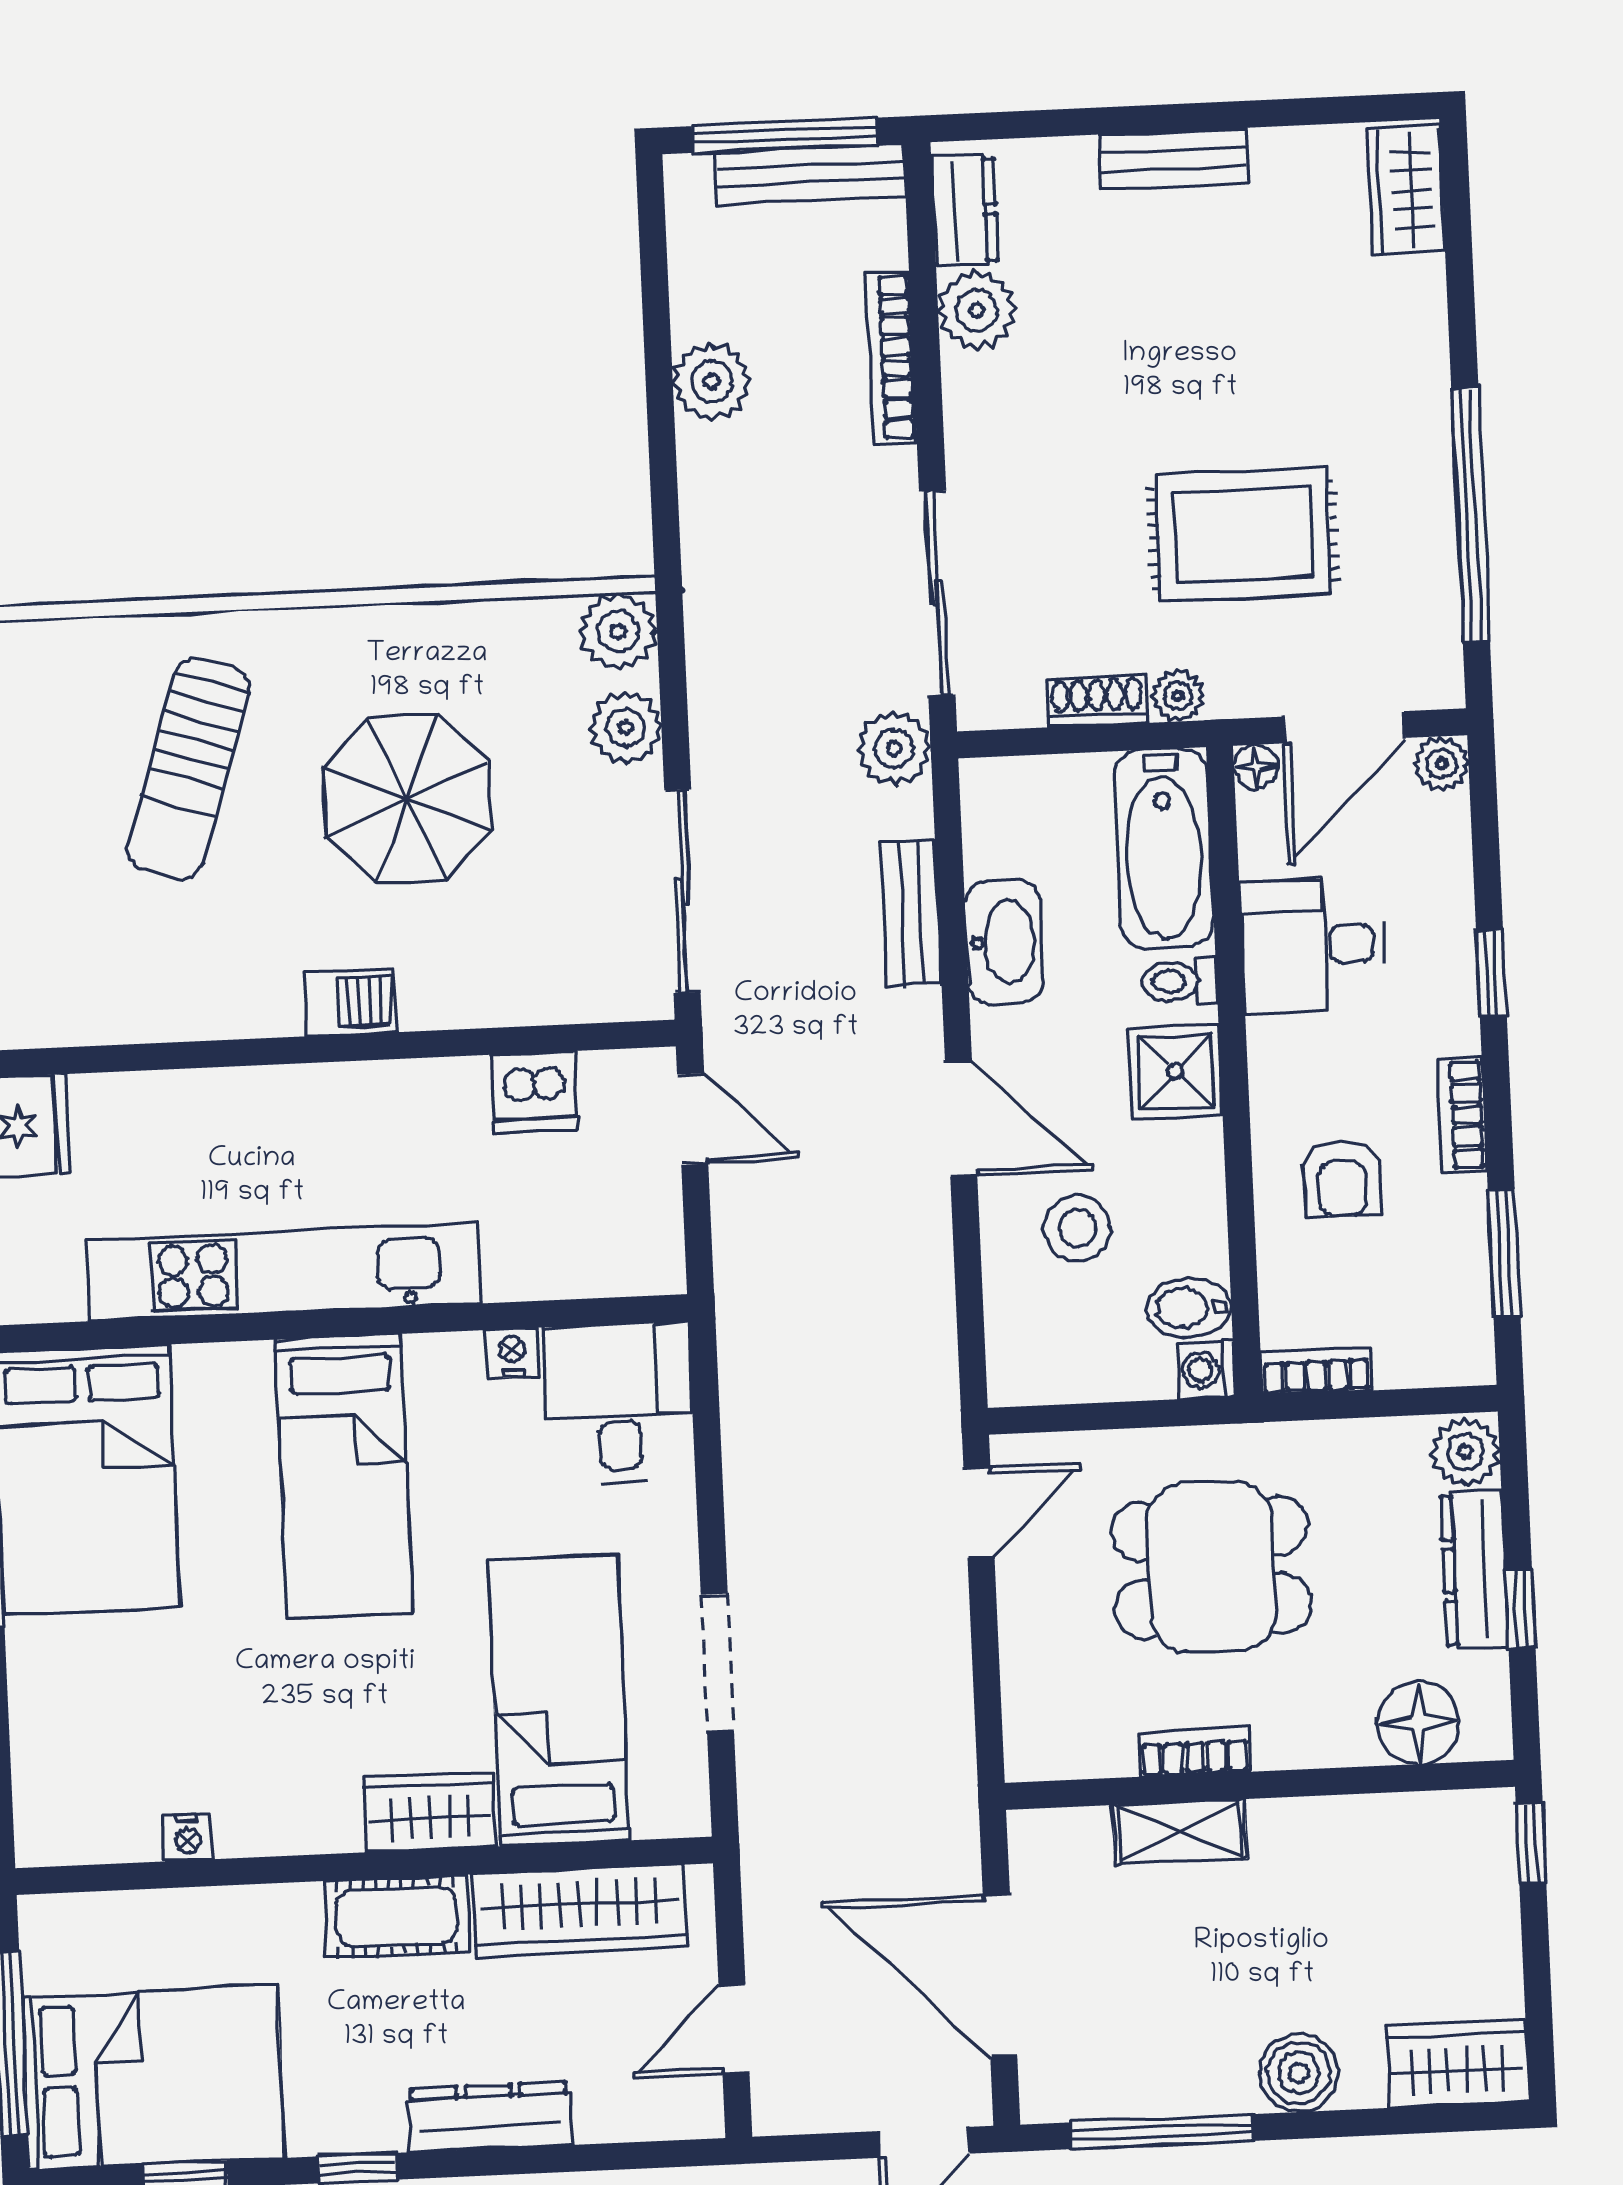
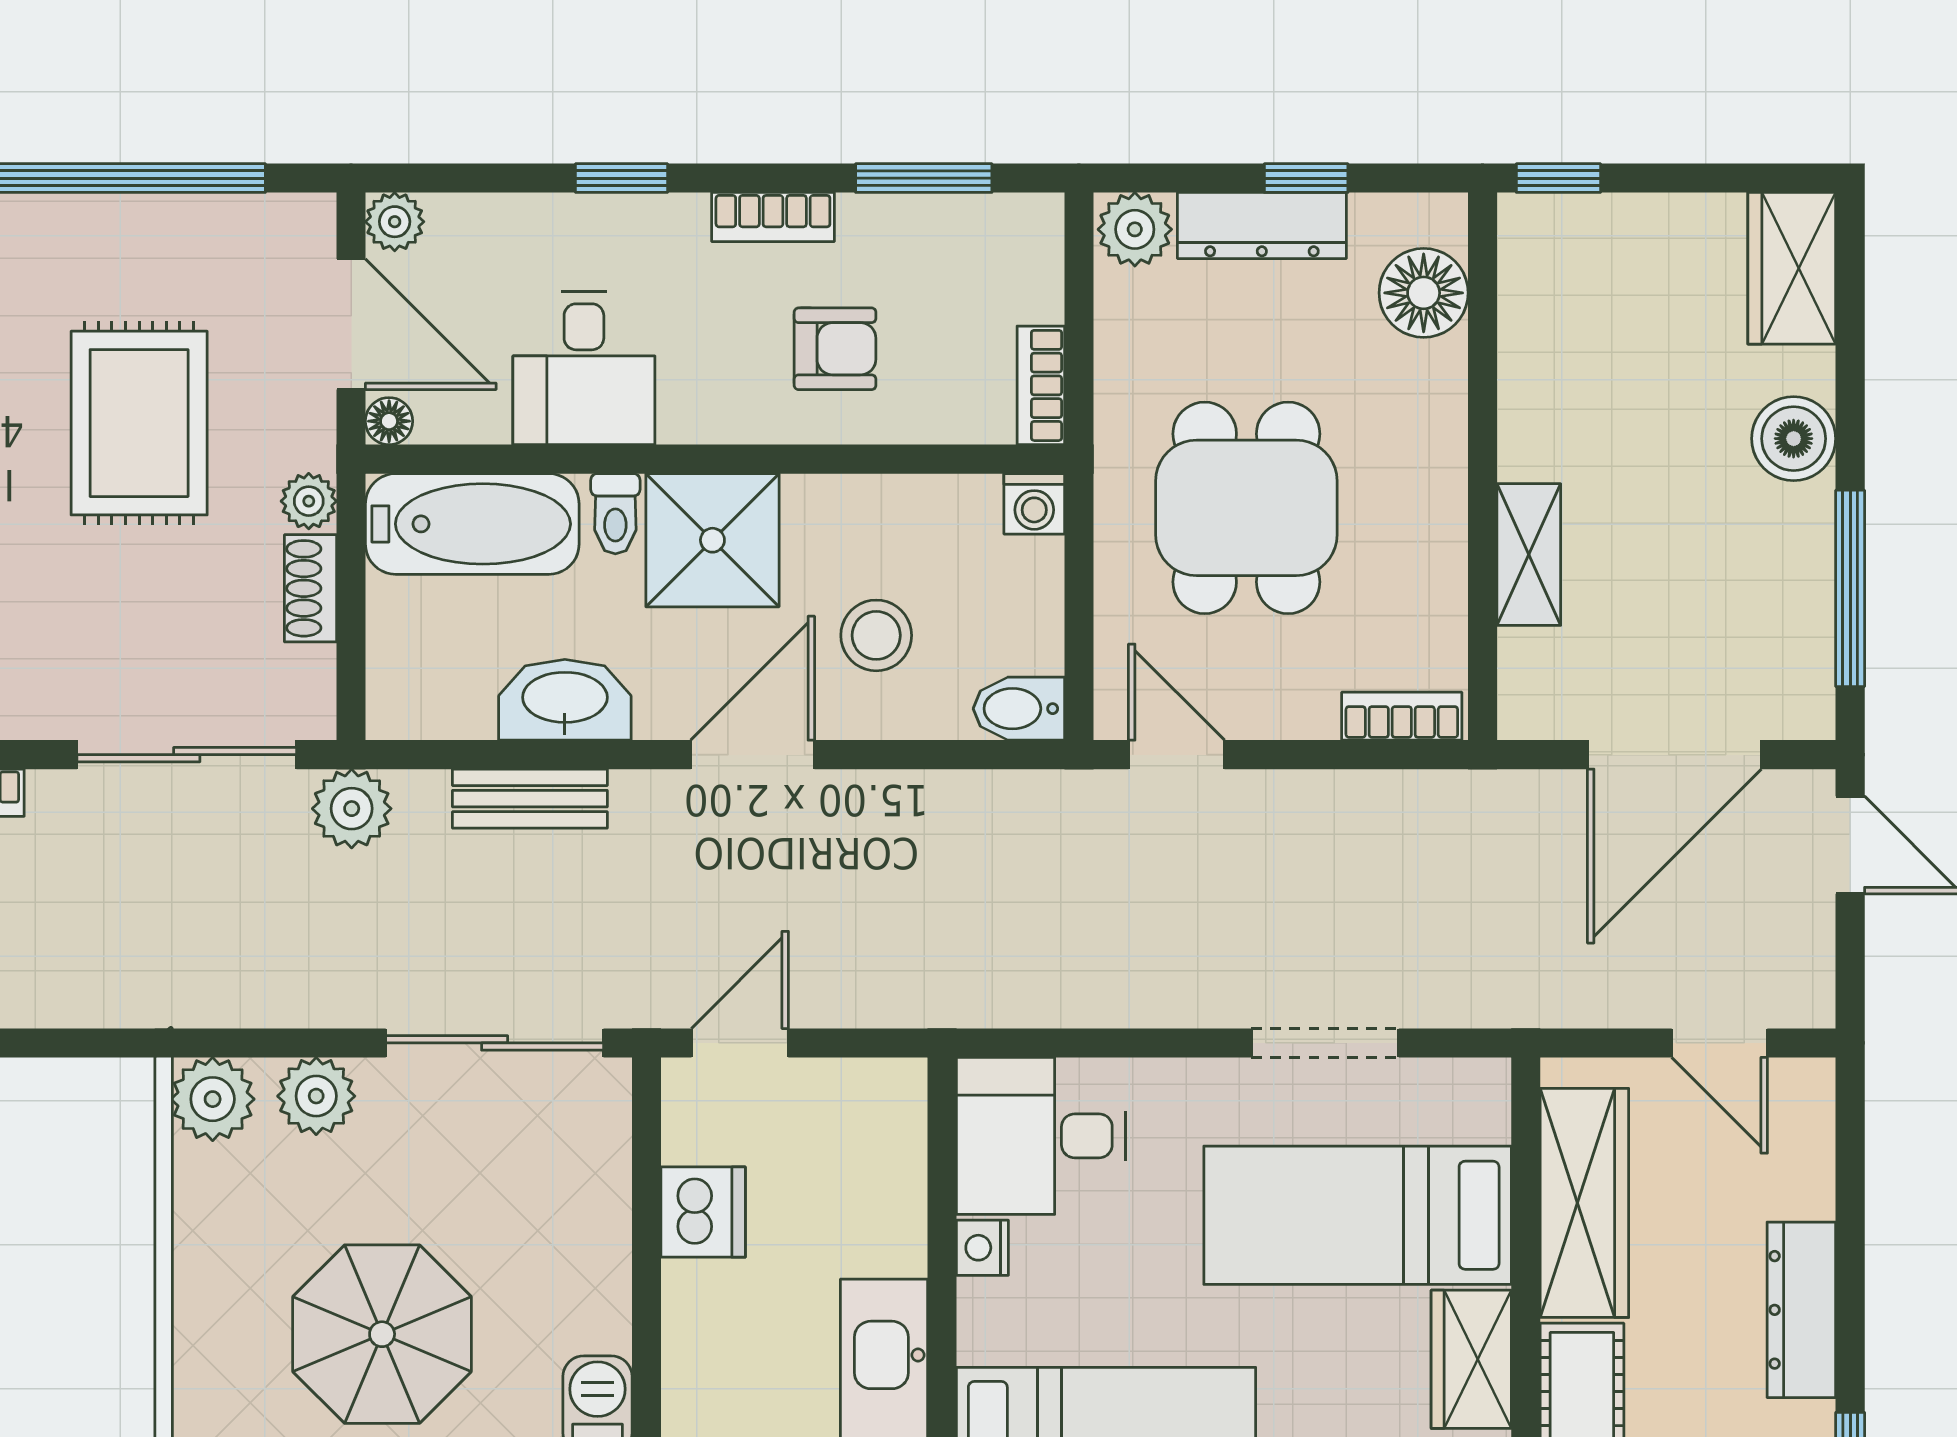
shower: (1175, 1072) -> (712, 540), width x1.36, depth x1.36
bidet: (1189, 1308) -> (1019, 709), moved, turned 90
bookcase: (1195, 1752) -> (1402, 716), moved, turned 90

